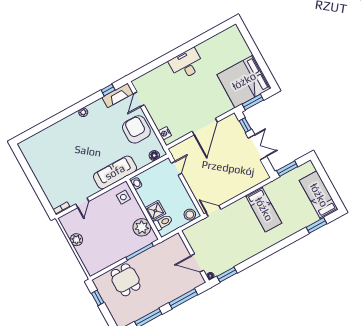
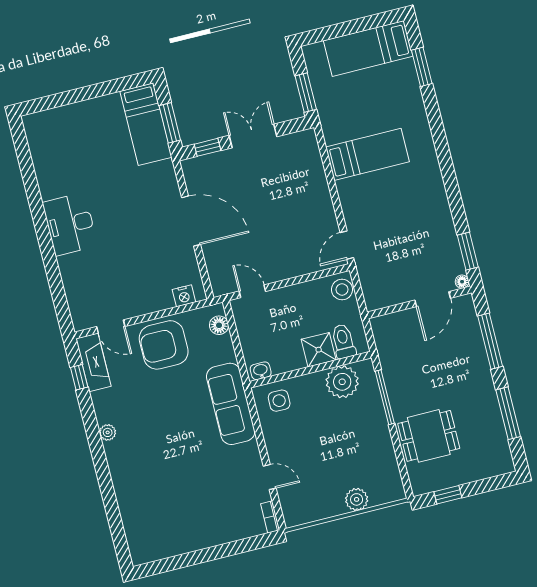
bed: (244, 81) -> (146, 124), width x0.49
plant: (76, 240) -> (357, 499), moved

